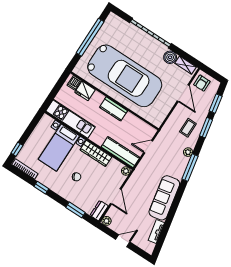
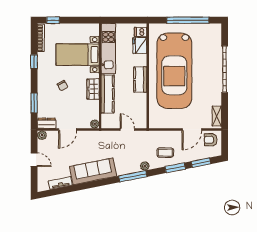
boiler: (170, 57) -> (215, 99), removed
kitchen counter: (121, 152) -> (108, 94), moved
wardrobe: (96, 153) -> (93, 89), width x0.67

